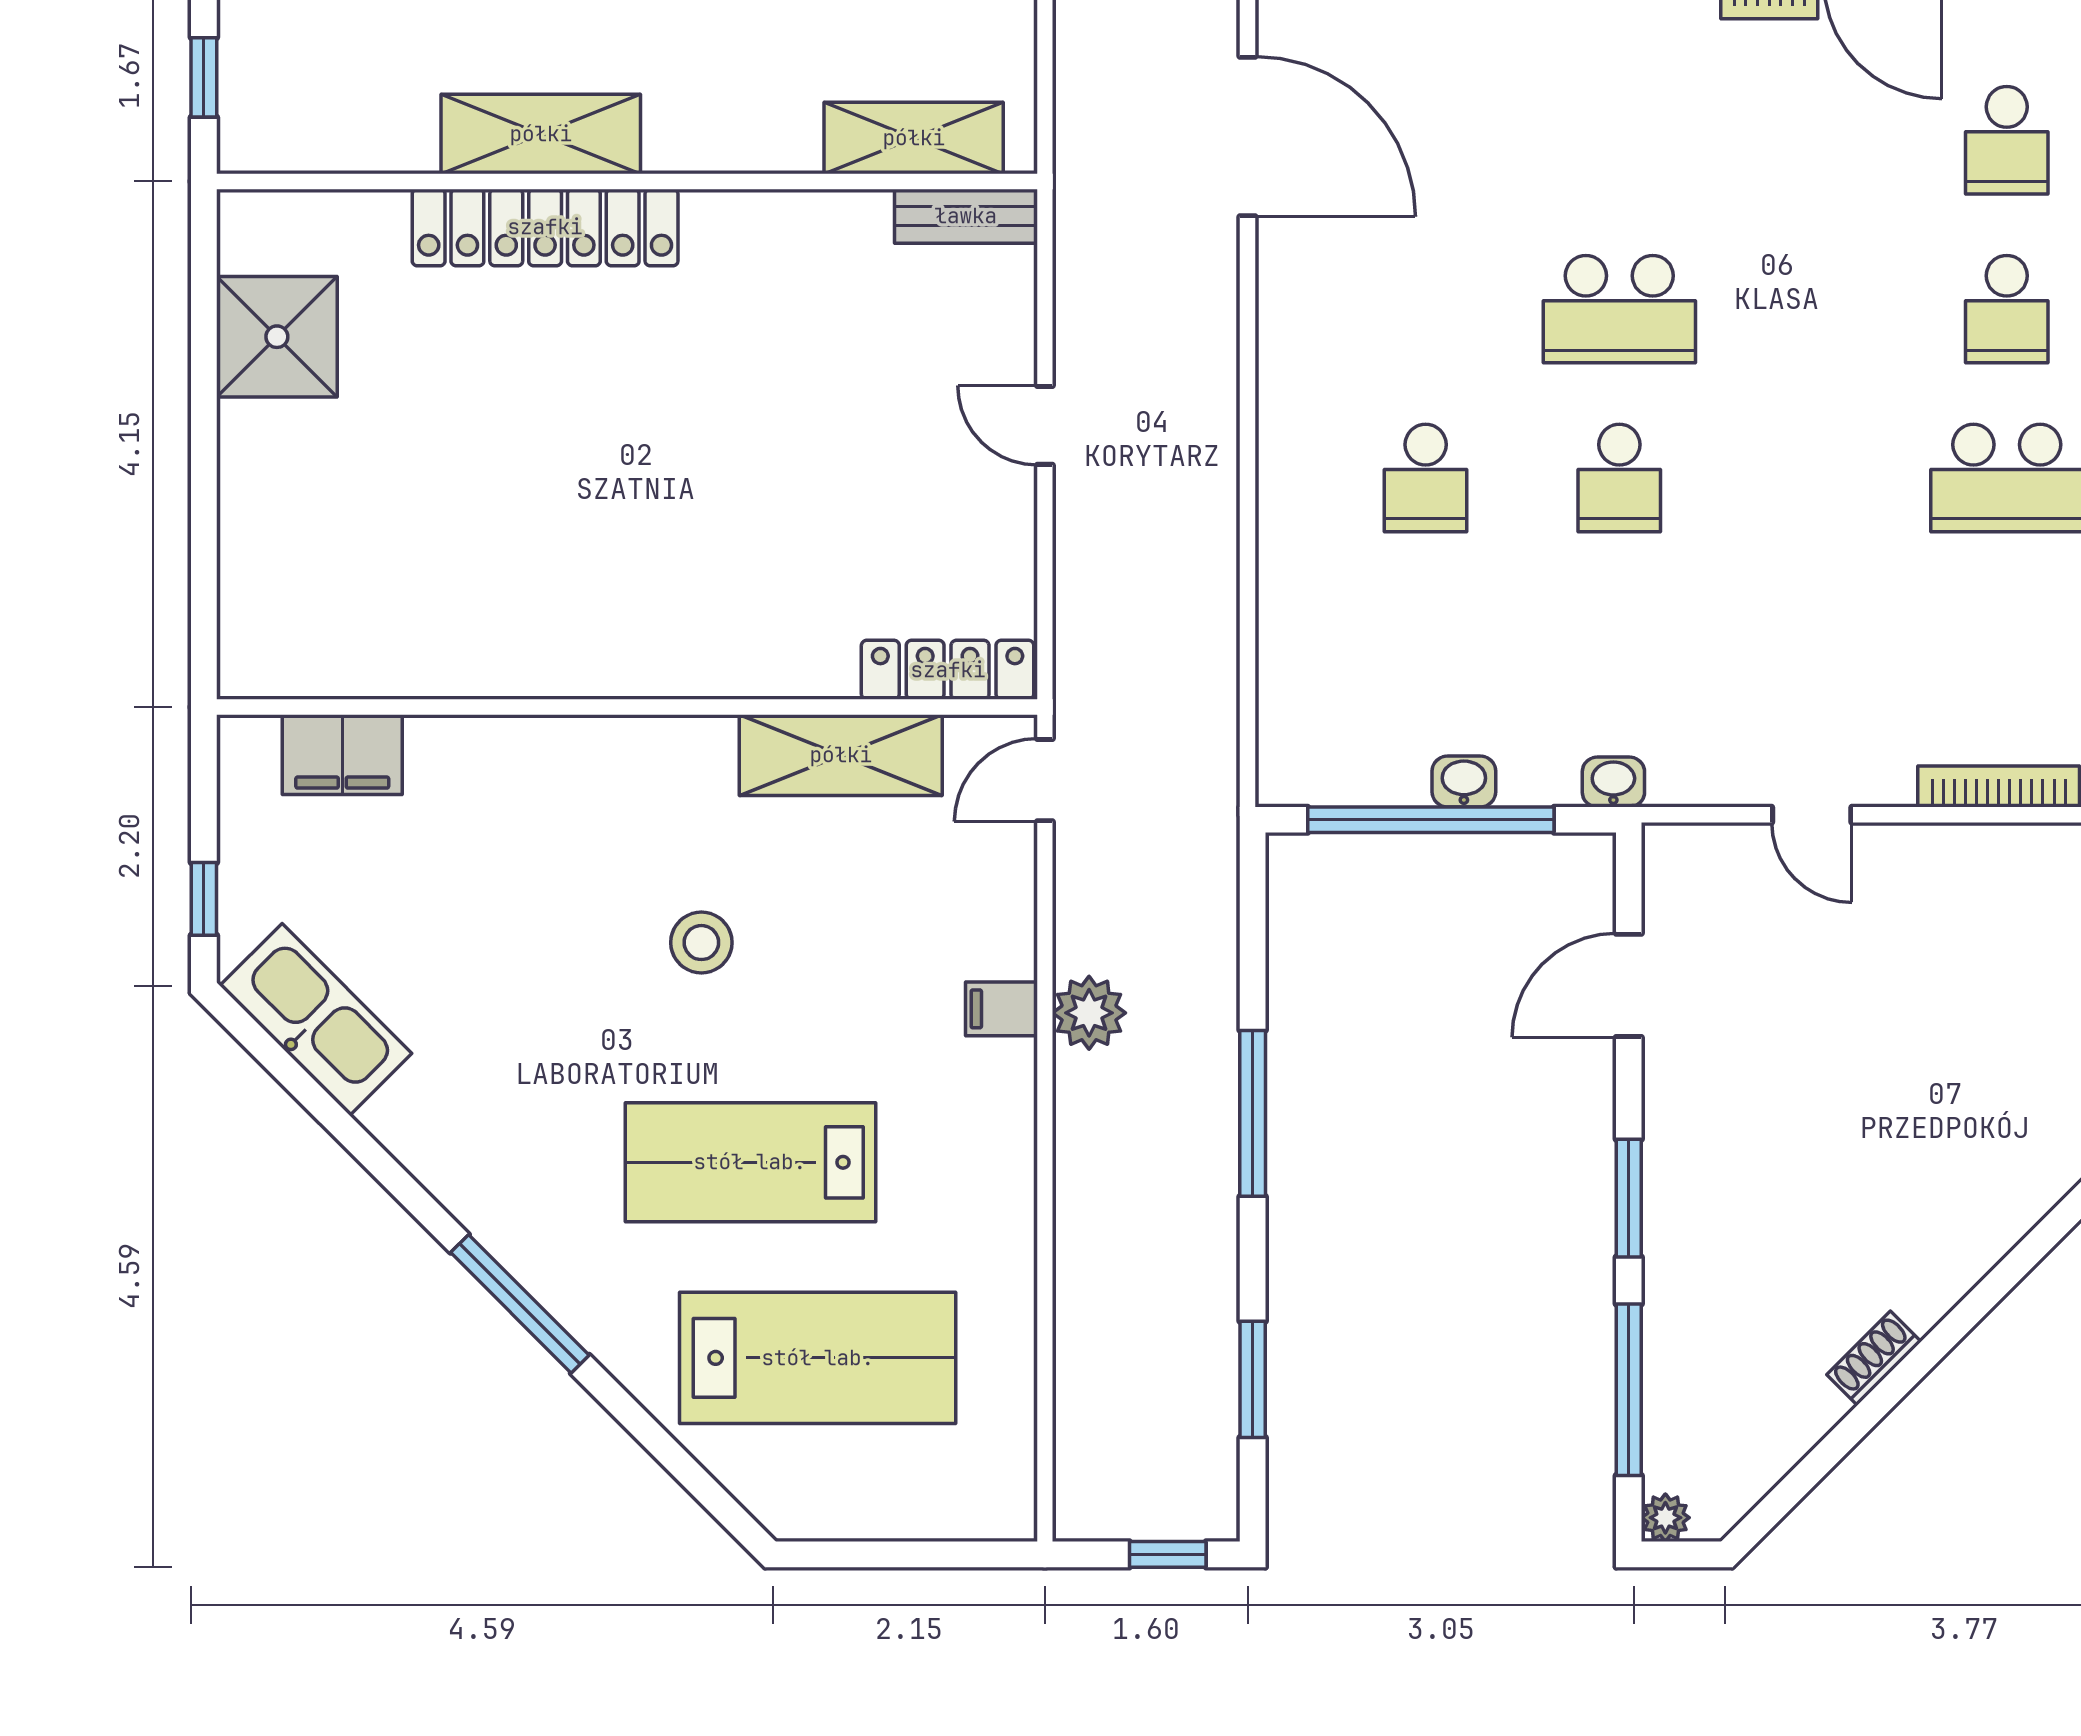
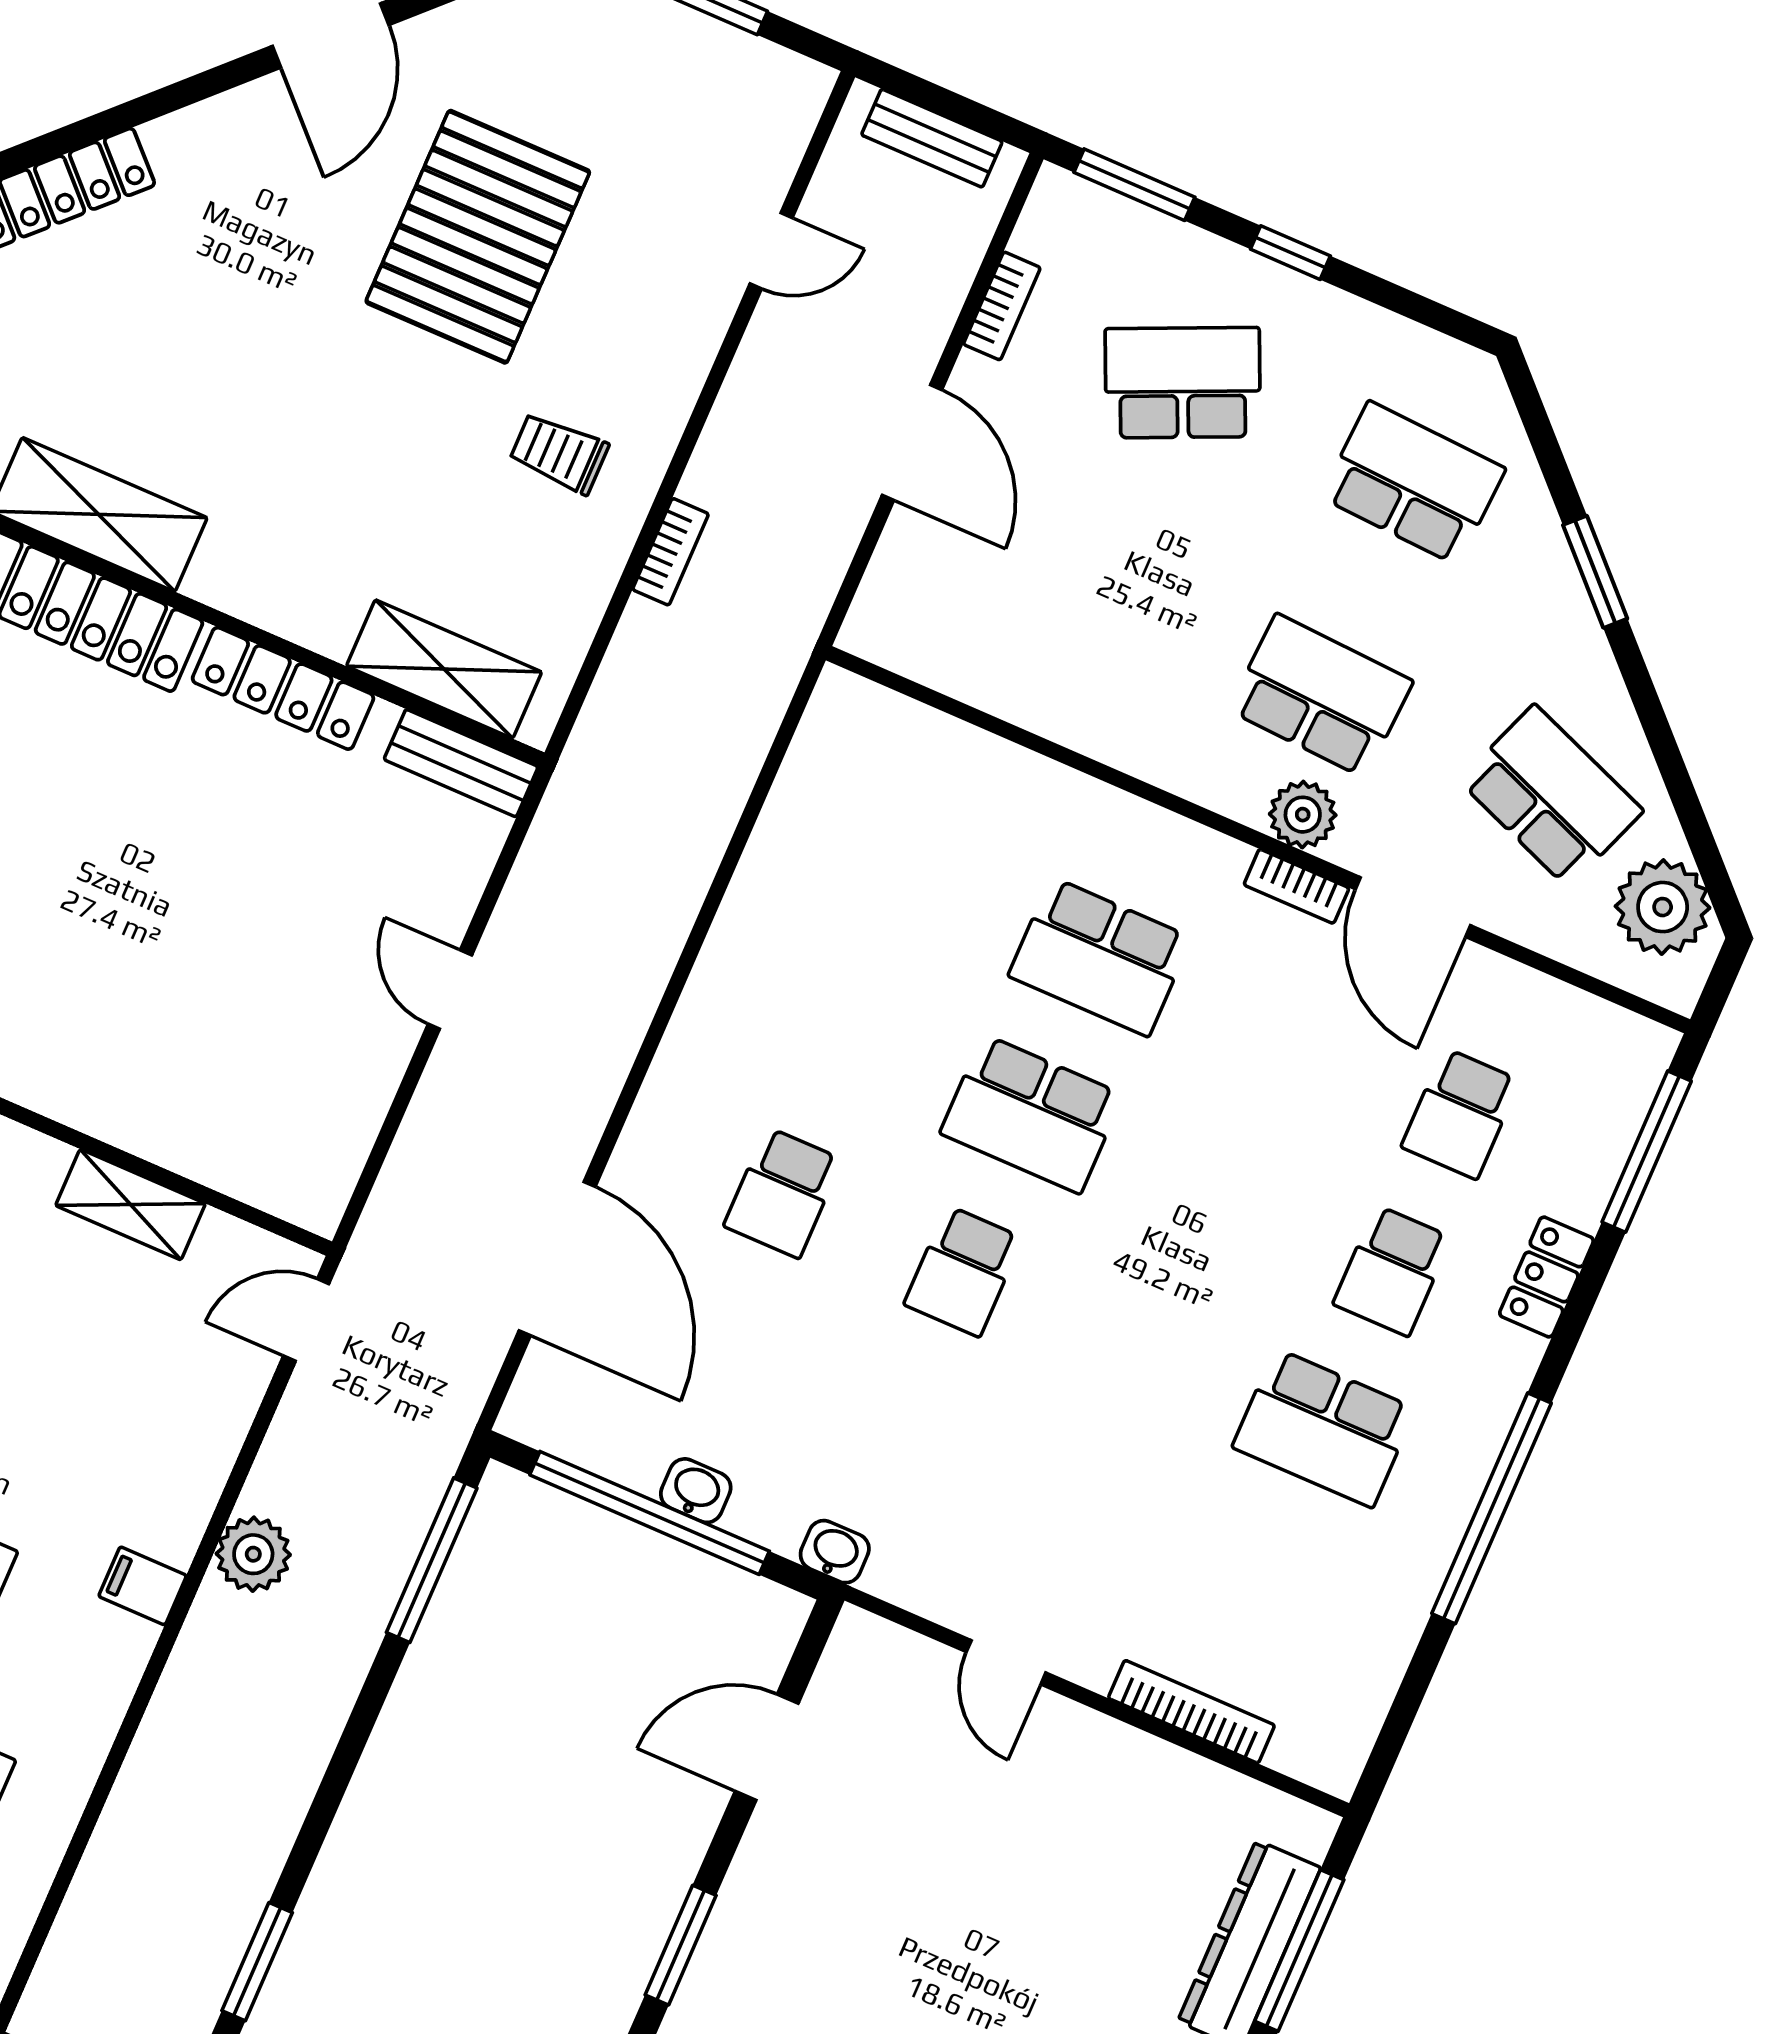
door: (1248, 136) -> (557, 1259), moved
school desk: (1619, 140) -> (1100, 957), added
locker: (948, 670) -> (283, 688), moved, turned 180
shelving: (841, 755) -> (131, 1205), width x0.67, depth x0.75
filing cabinet: (1001, 1009) -> (143, 1586), moved
window: (1253, 1113) -> (432, 1560), moved

